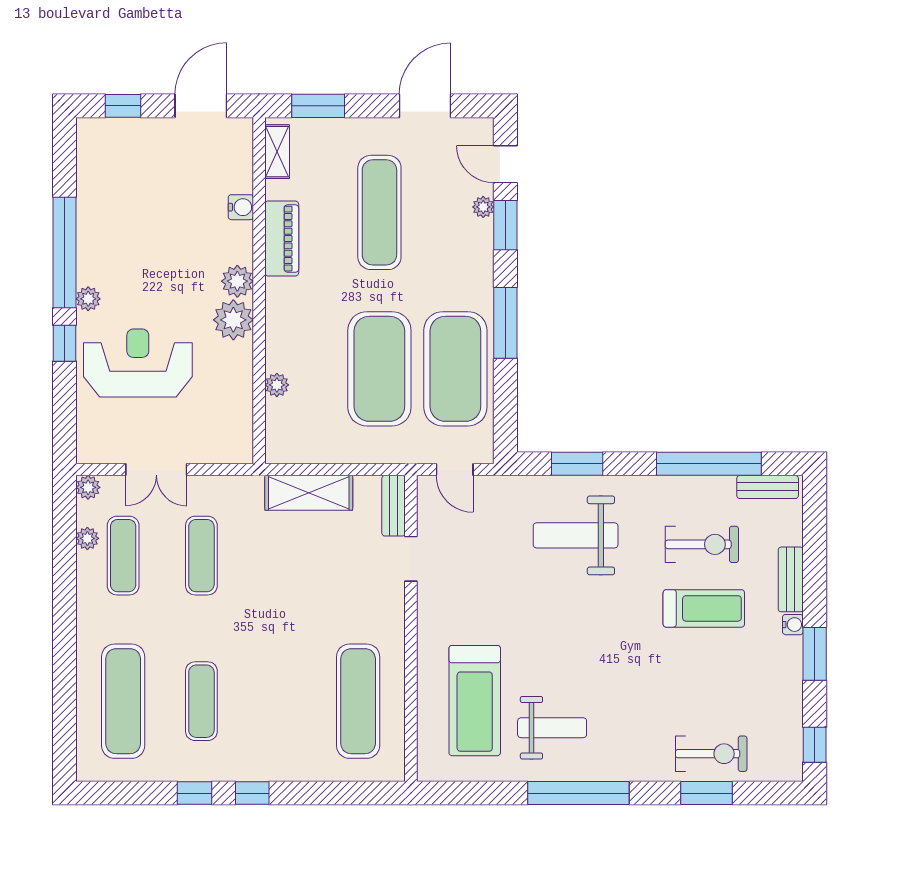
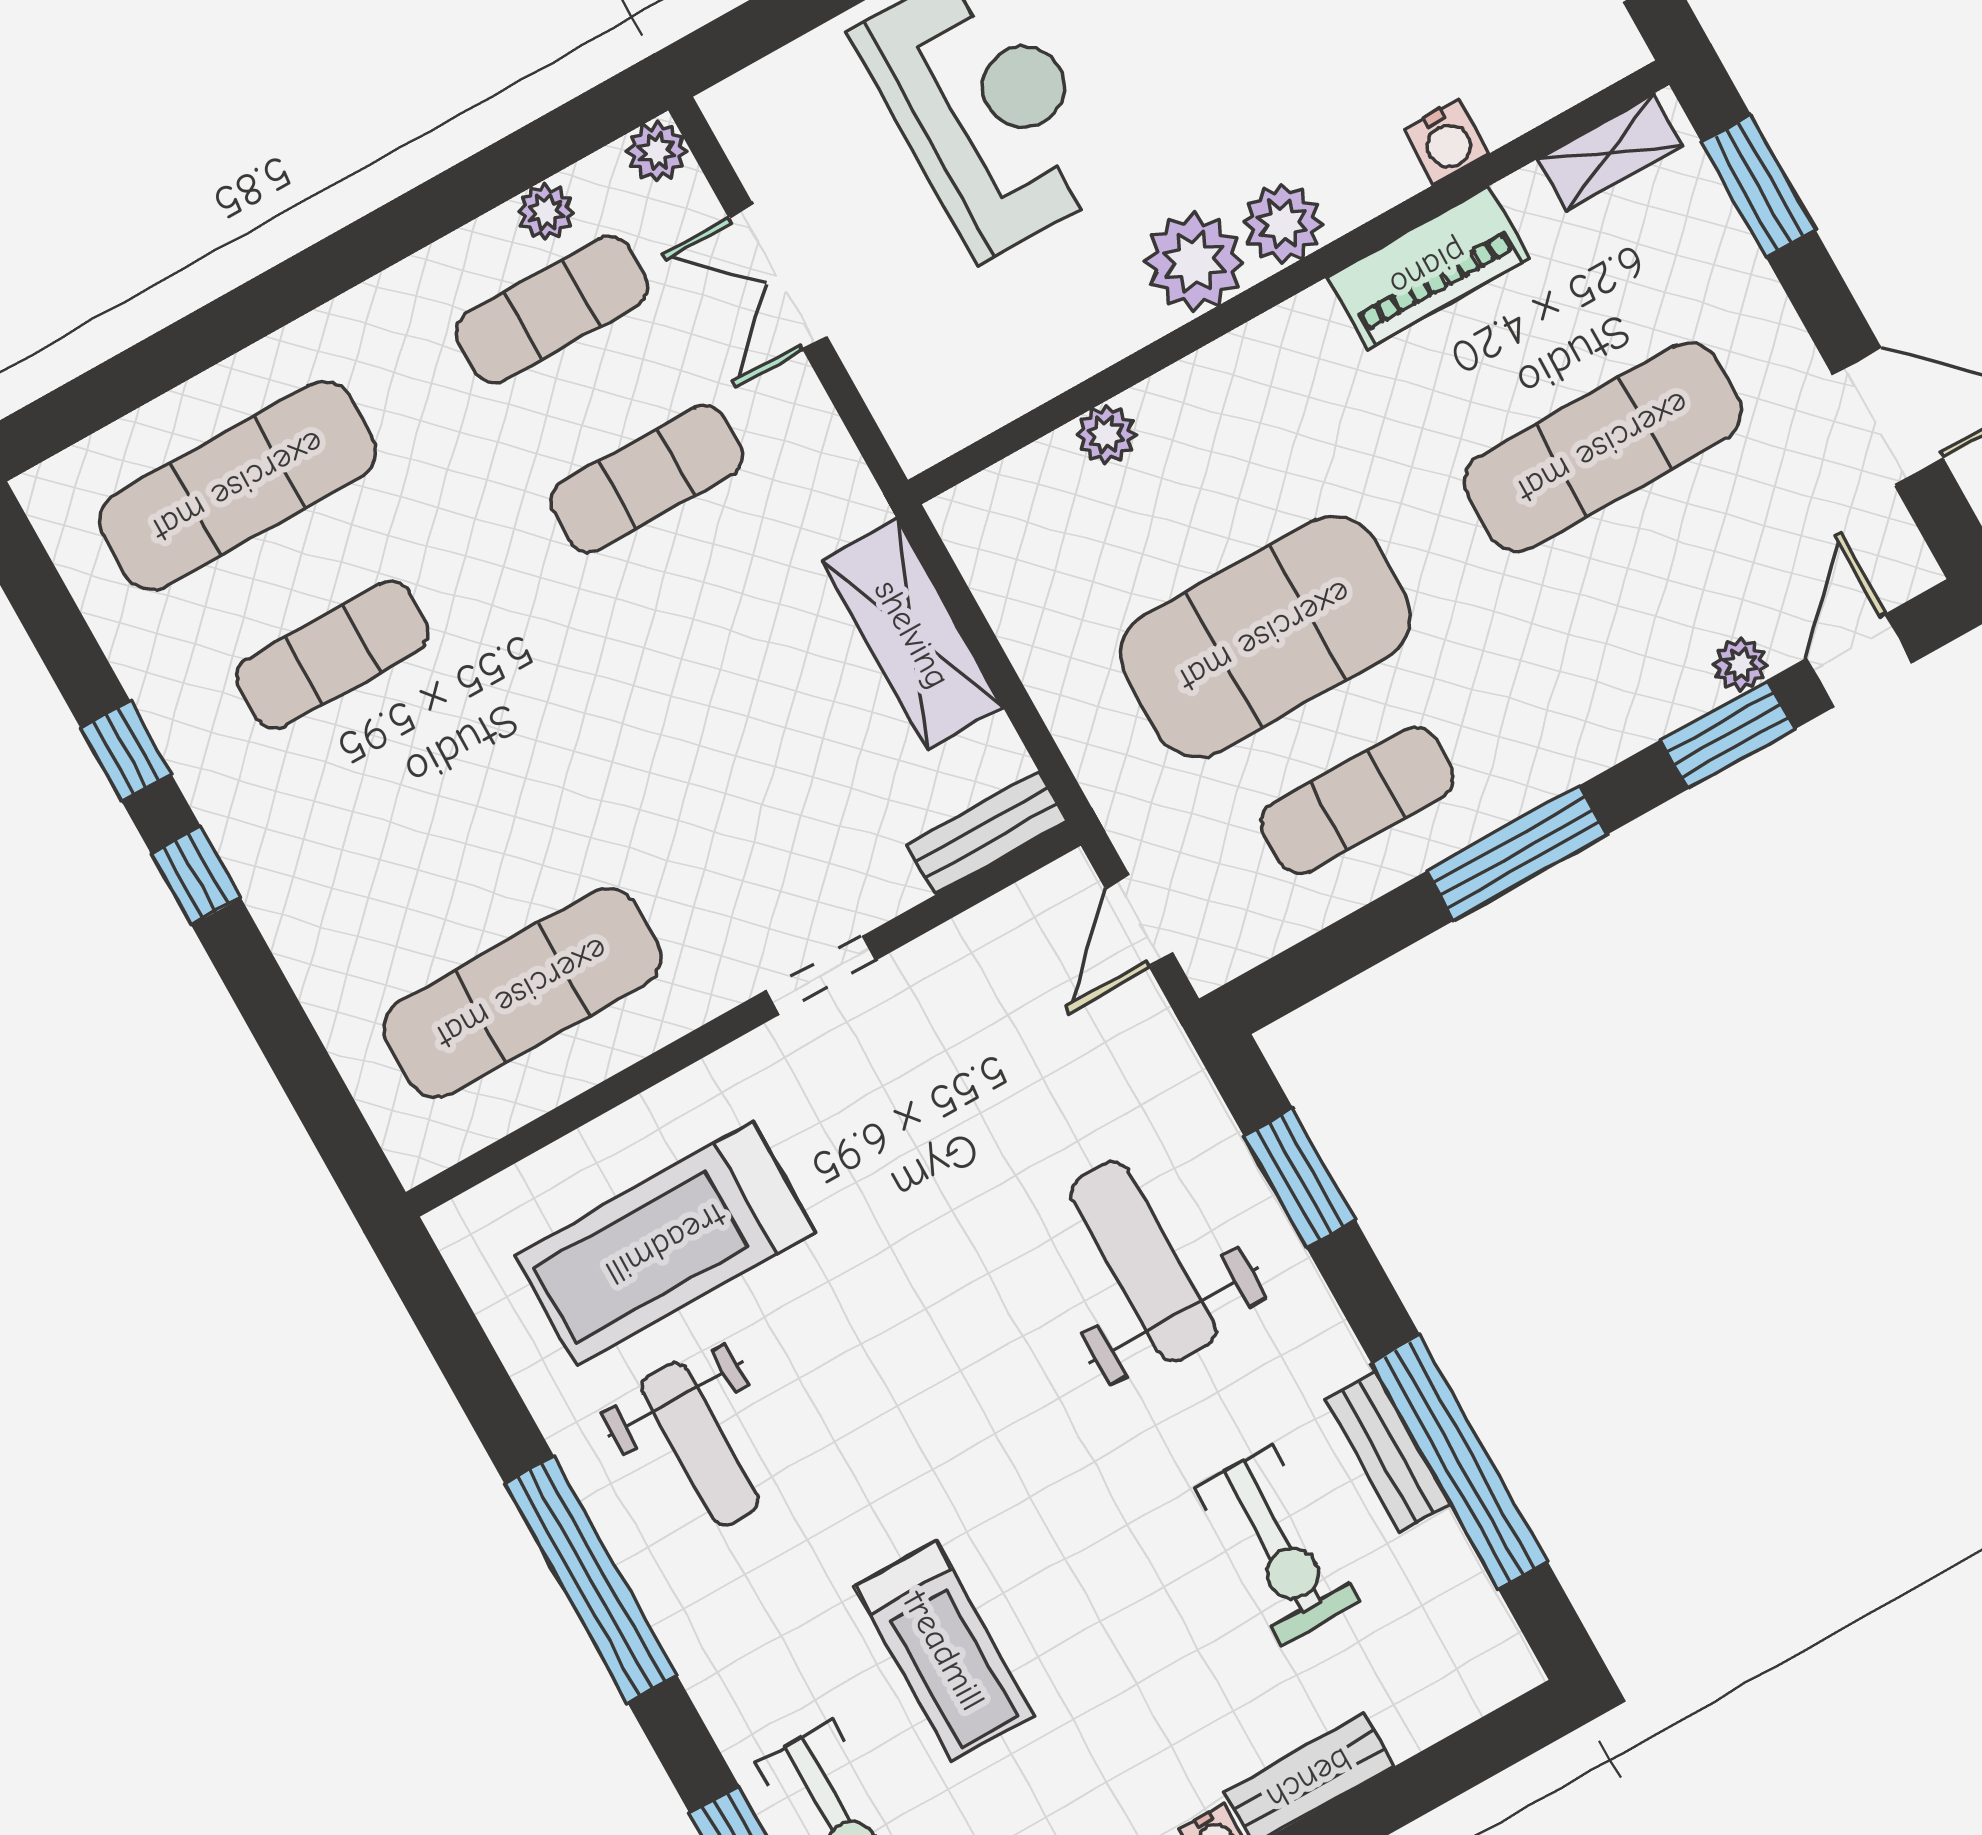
exercise mat: (455, 369) -> (1357, 800), width x0.50, depth x0.69
bench: (768, 487) -> (1388, 1452), moved
doorway: (411, 559) -> (821, 975), moved
treadmill: (704, 608) -> (944, 1651), moved

